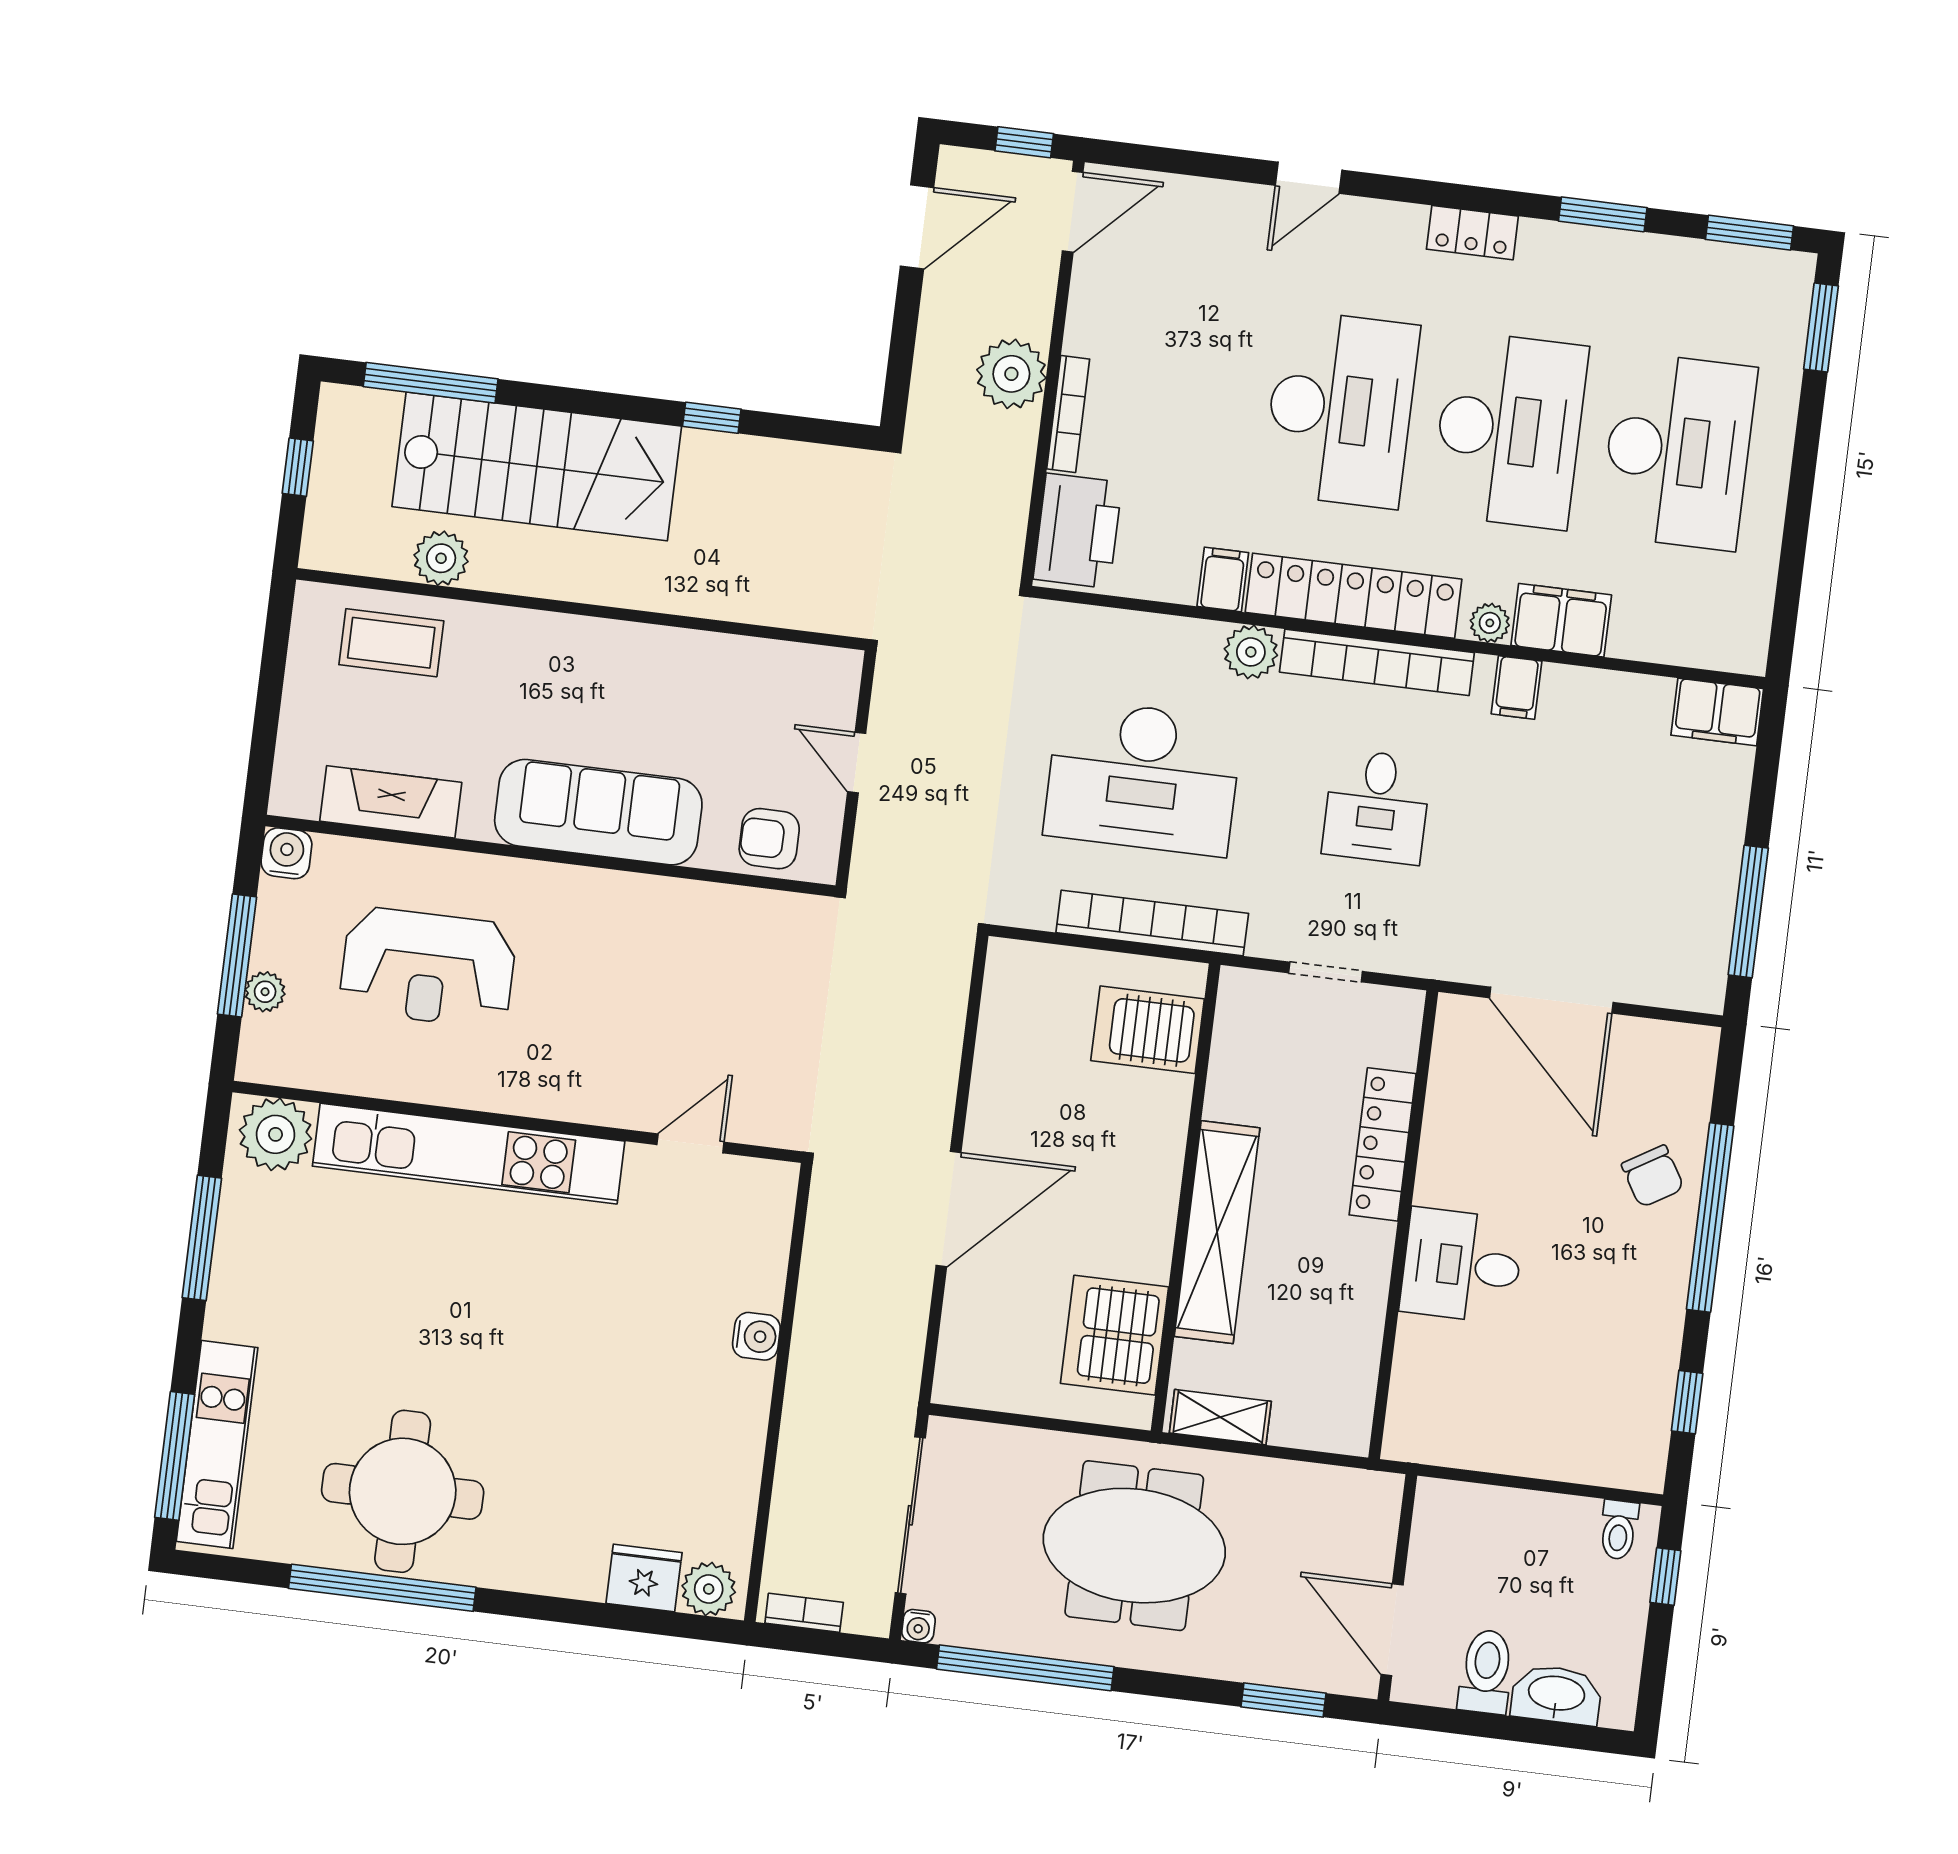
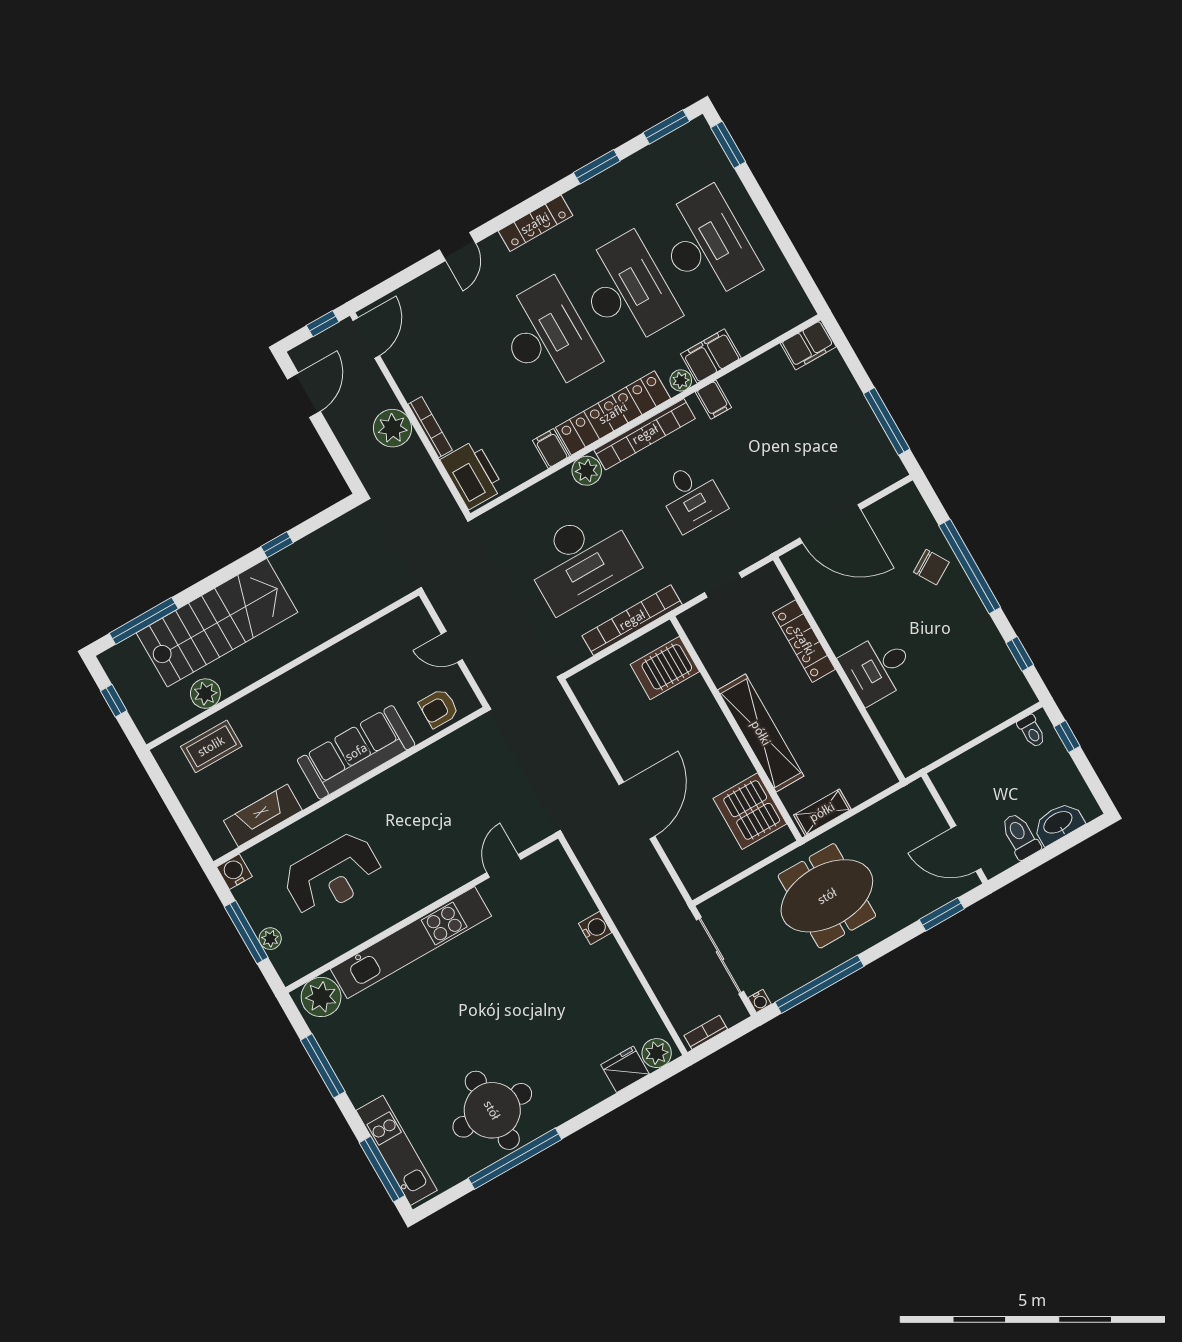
locker: (1472, 233) -> (535, 223), width x1.53

